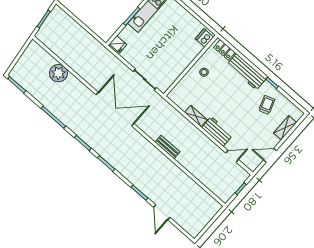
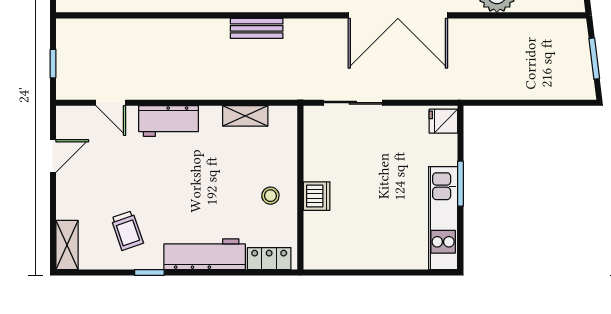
dishwasher: (205, 38) -> (317, 196), moved
double door: (115, 109) -> (398, 15), moved
shelving: (196, 116) -> (245, 116), moved
shelving: (285, 128) -> (67, 245), moved
bench: (167, 147) -> (257, 28), moved
door: (232, 156) -> (111, 103), hinge flipped

